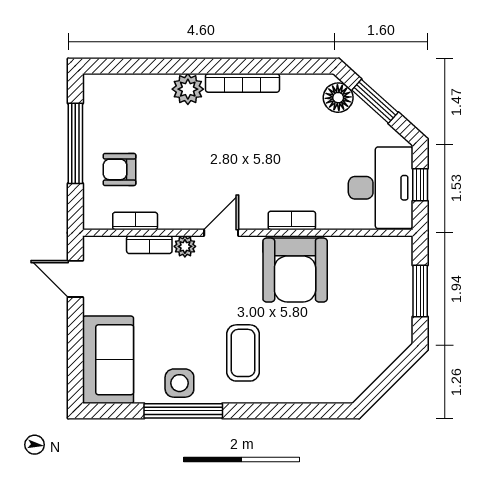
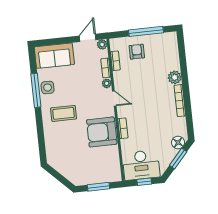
plant: (94, 247) -> (102, 44), added

